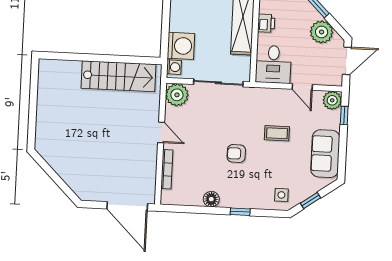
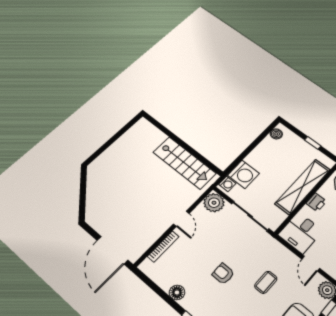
coffee table: (277, 133) -> (266, 282), turned 90

